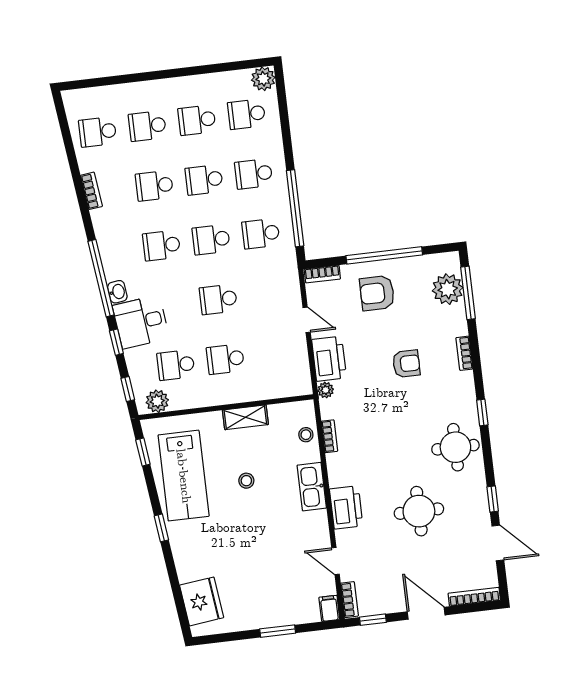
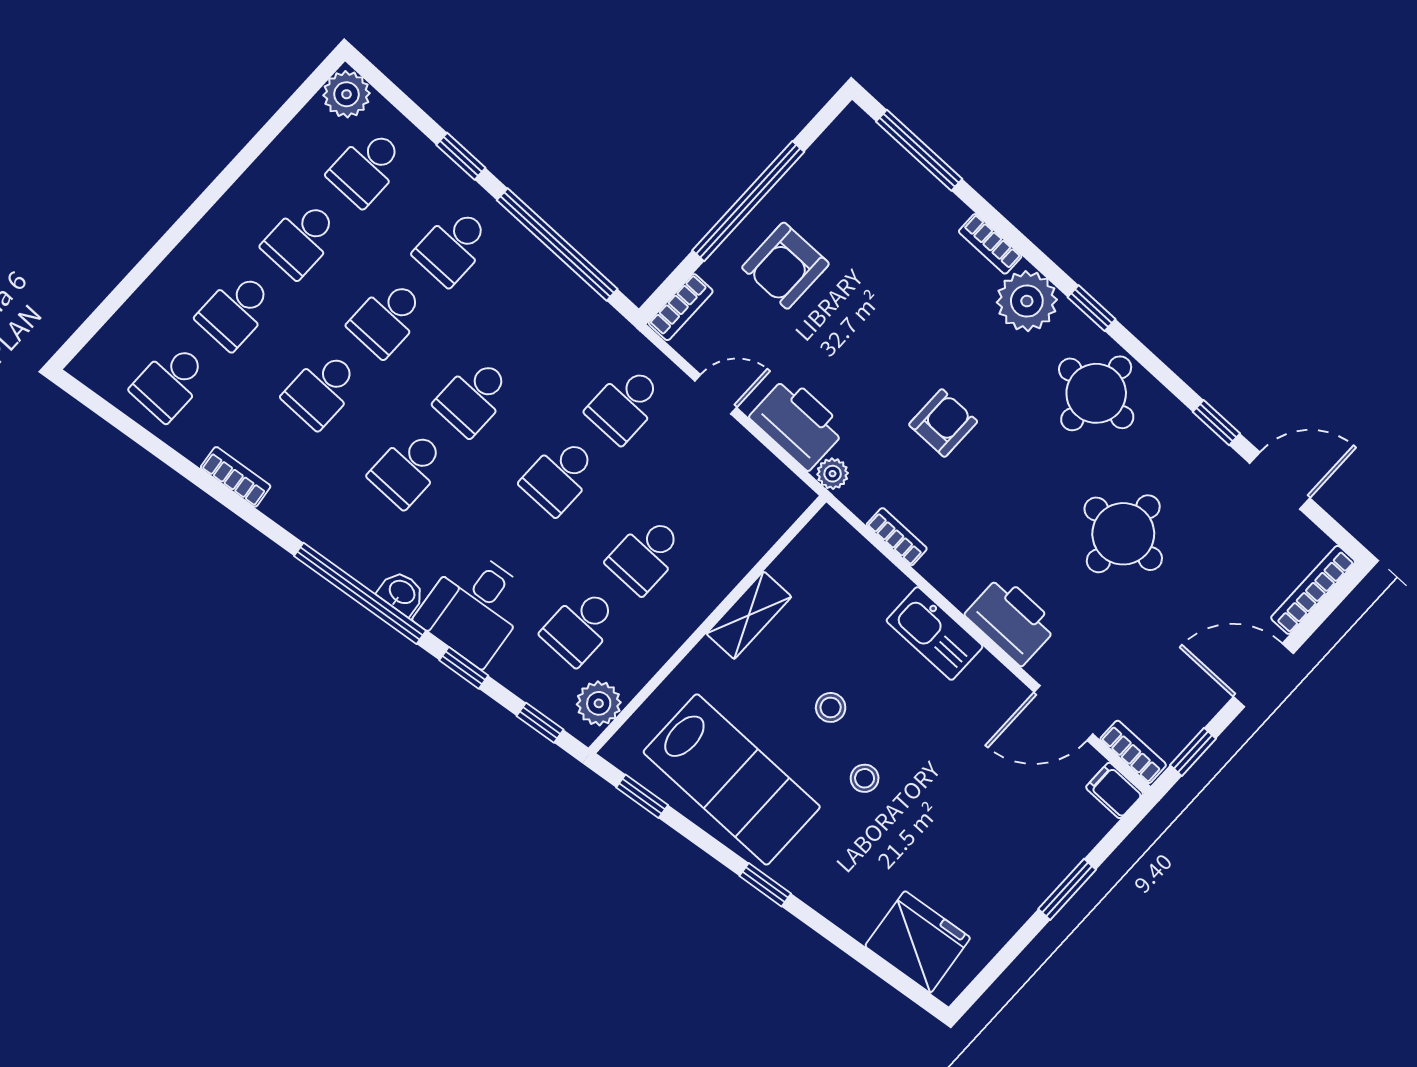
window: (287, 141) -> (461, 156), added
school desk: (261, 234) -> (625, 404), moved
plant: (448, 289) -> (1027, 301), moved
armchair: (406, 364) -> (943, 423), moved
stool: (306, 435) -> (865, 778), moved
door: (335, 561) -> (1063, 713), width x1.38

